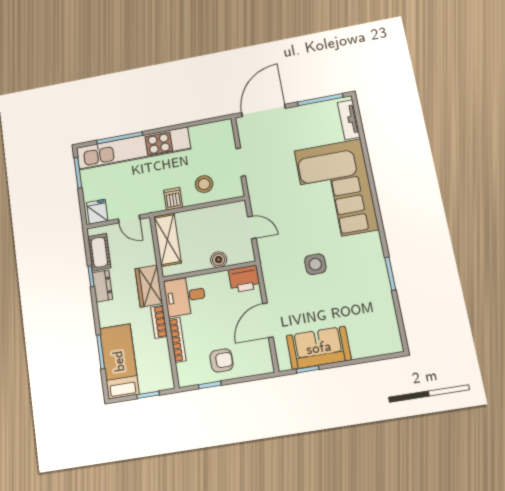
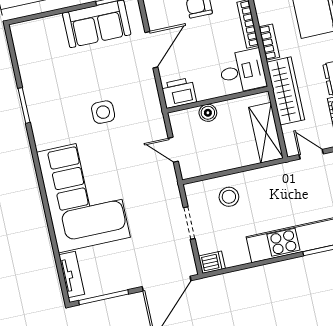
dishwasher: (173, 199) -> (212, 262), moved, turned -90
wardrobe: (149, 286) -> (286, 91), width x1.50

